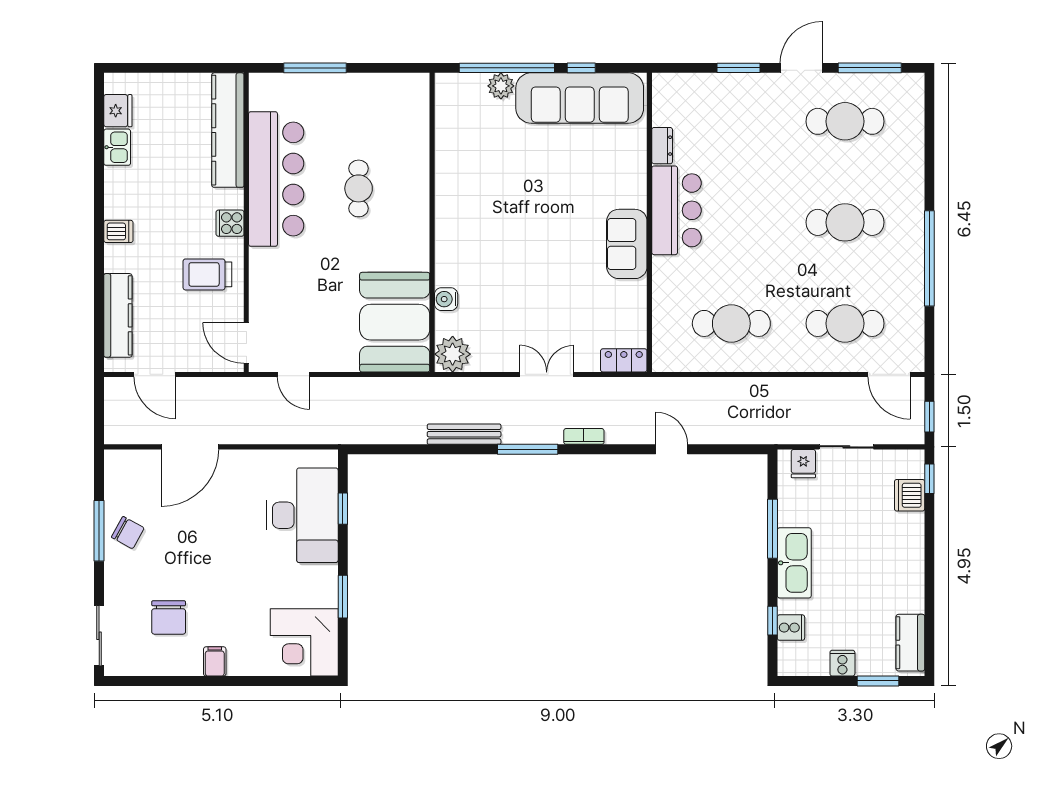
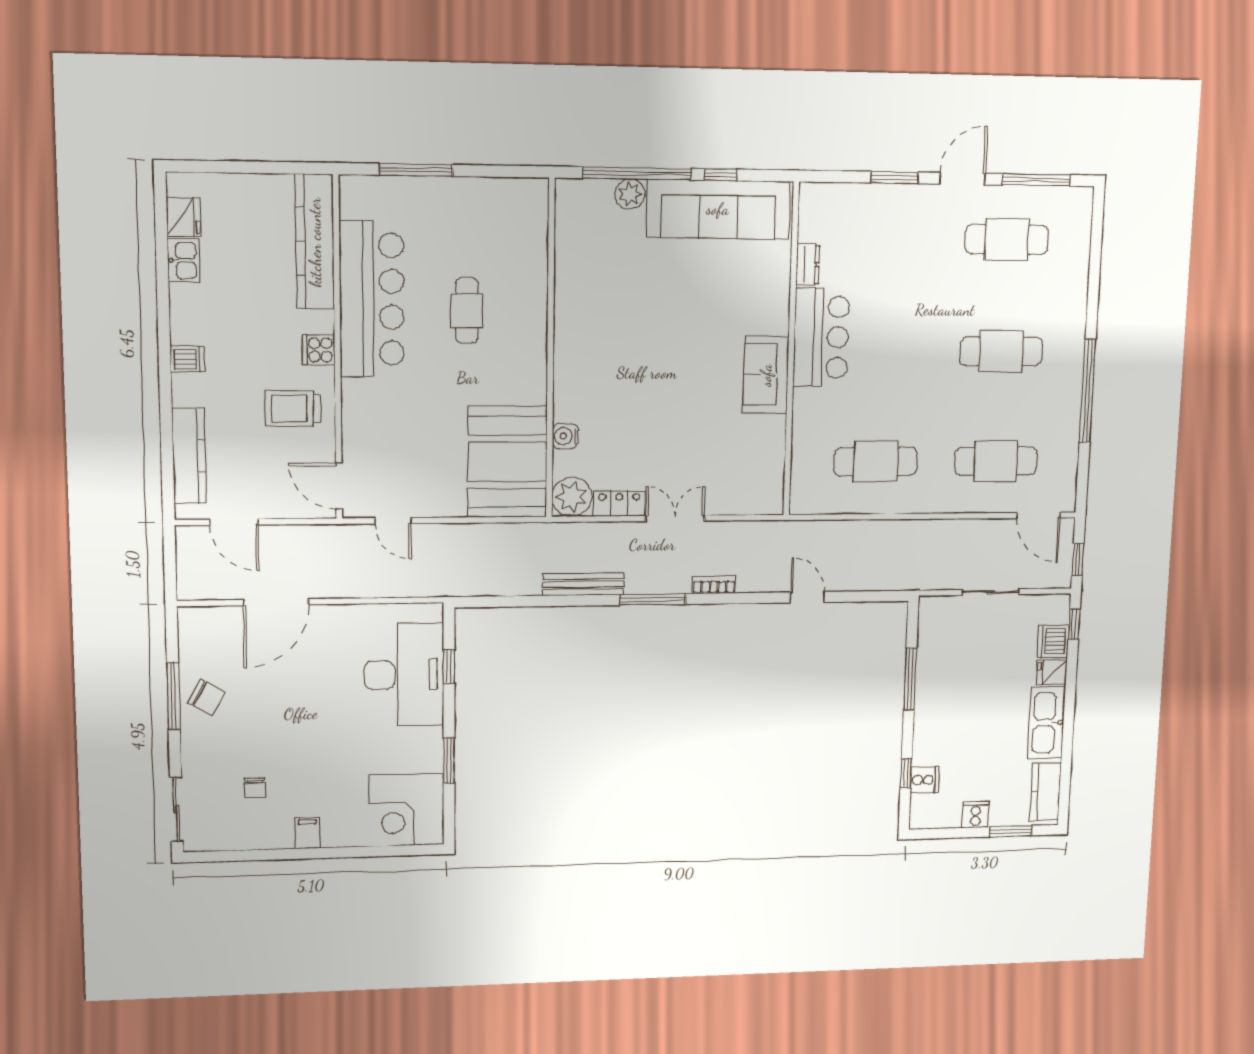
locker: (624, 360) -> (619, 503), moved
fridge: (803, 464) -> (1052, 672), moved, turned 90
kitchen sink: (794, 563) -> (1046, 723), moved, turned 180
chair: (169, 617) -> (255, 788), width x0.54, depth x0.54

